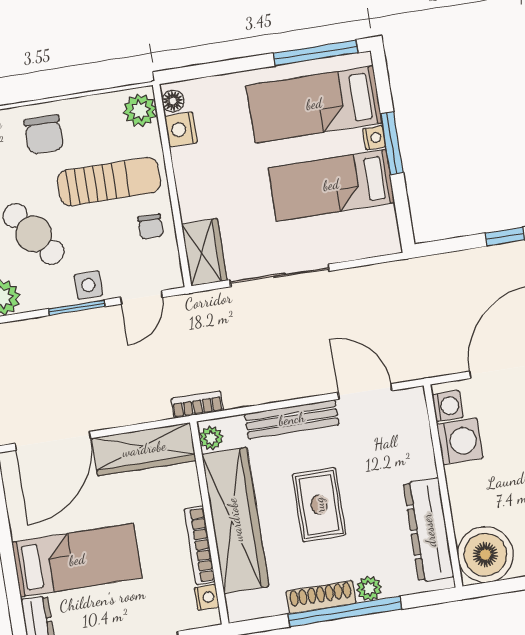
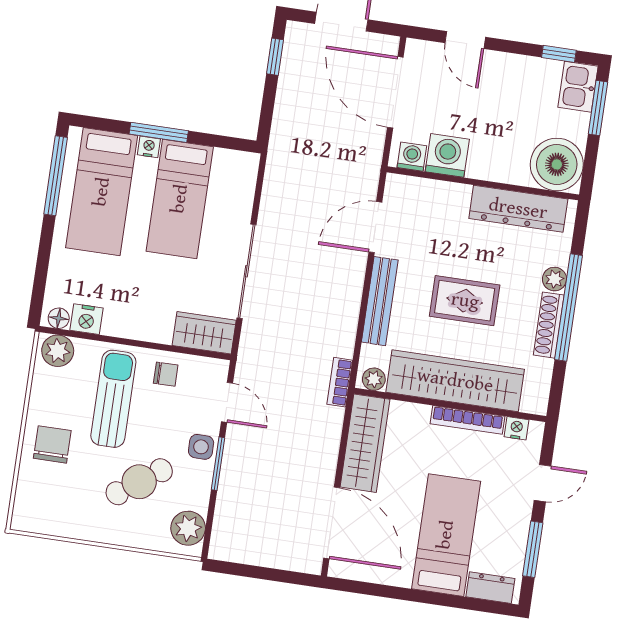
chair: (44, 134) -> (52, 444), turned -90

